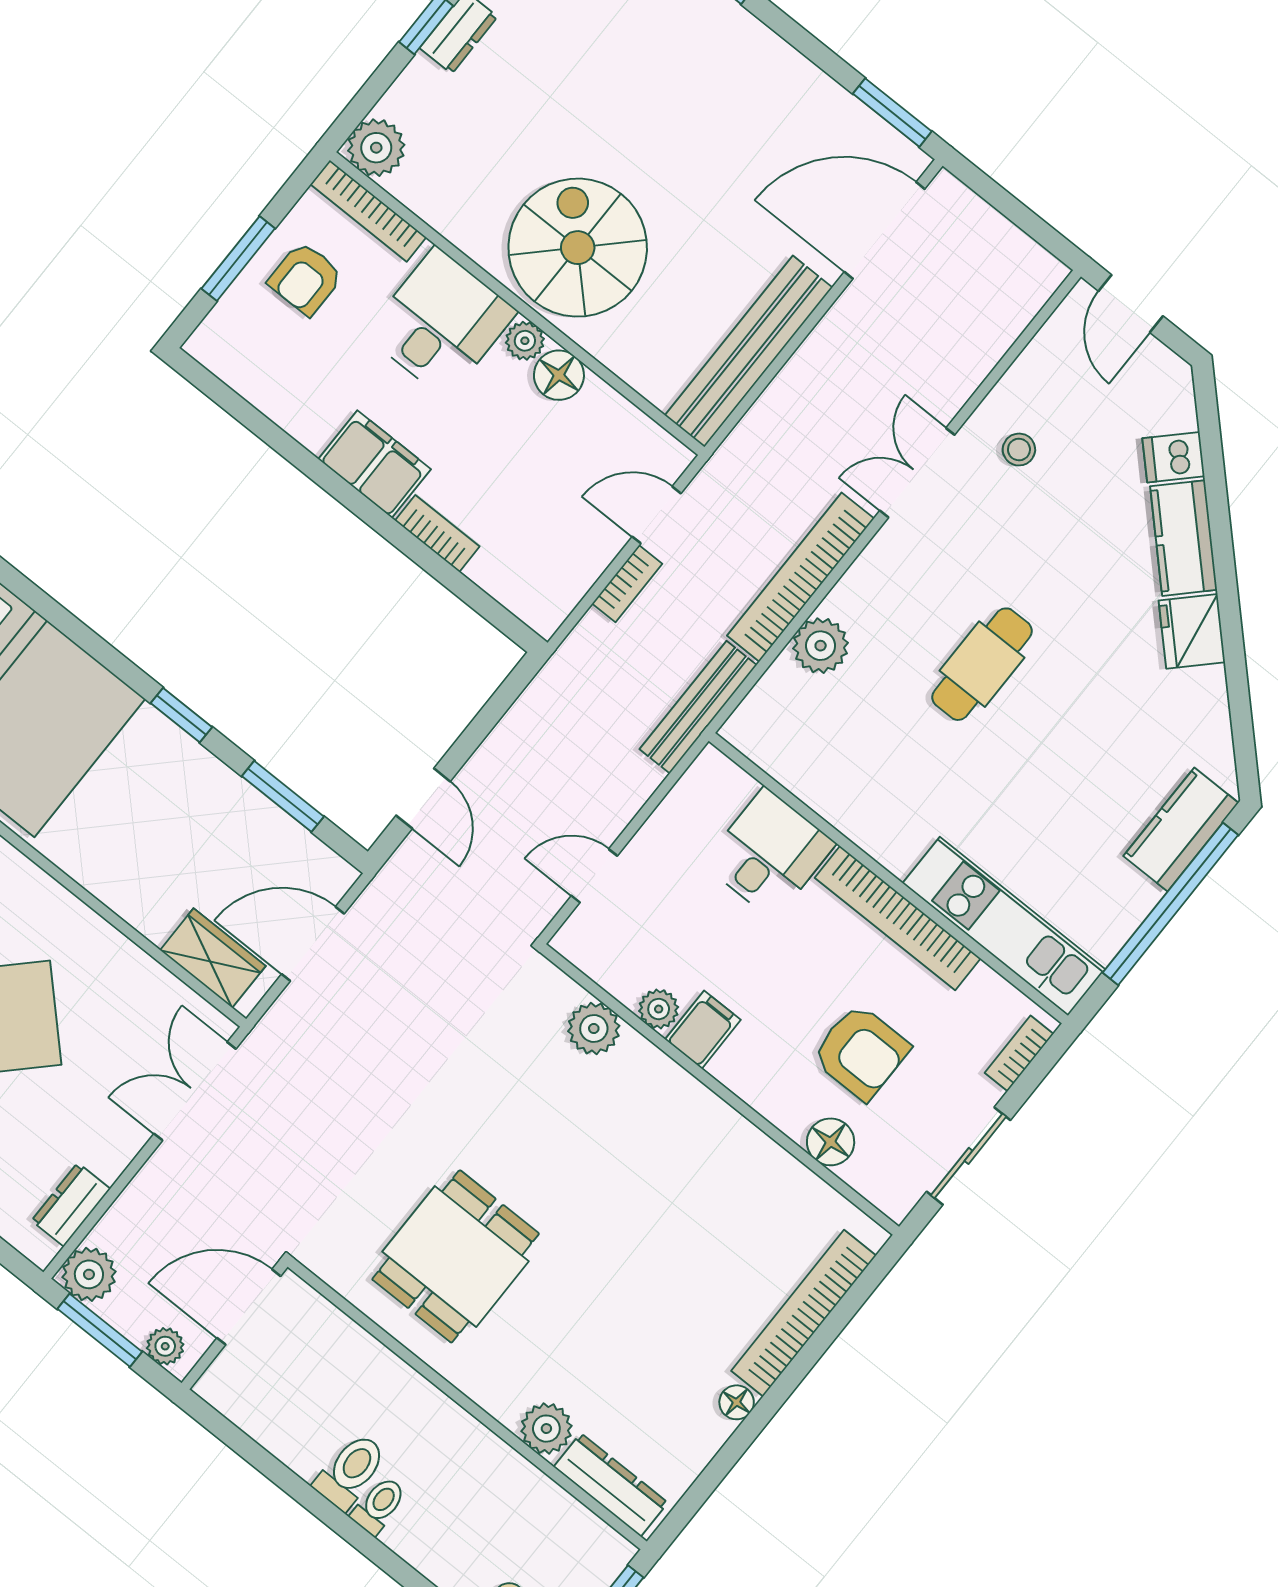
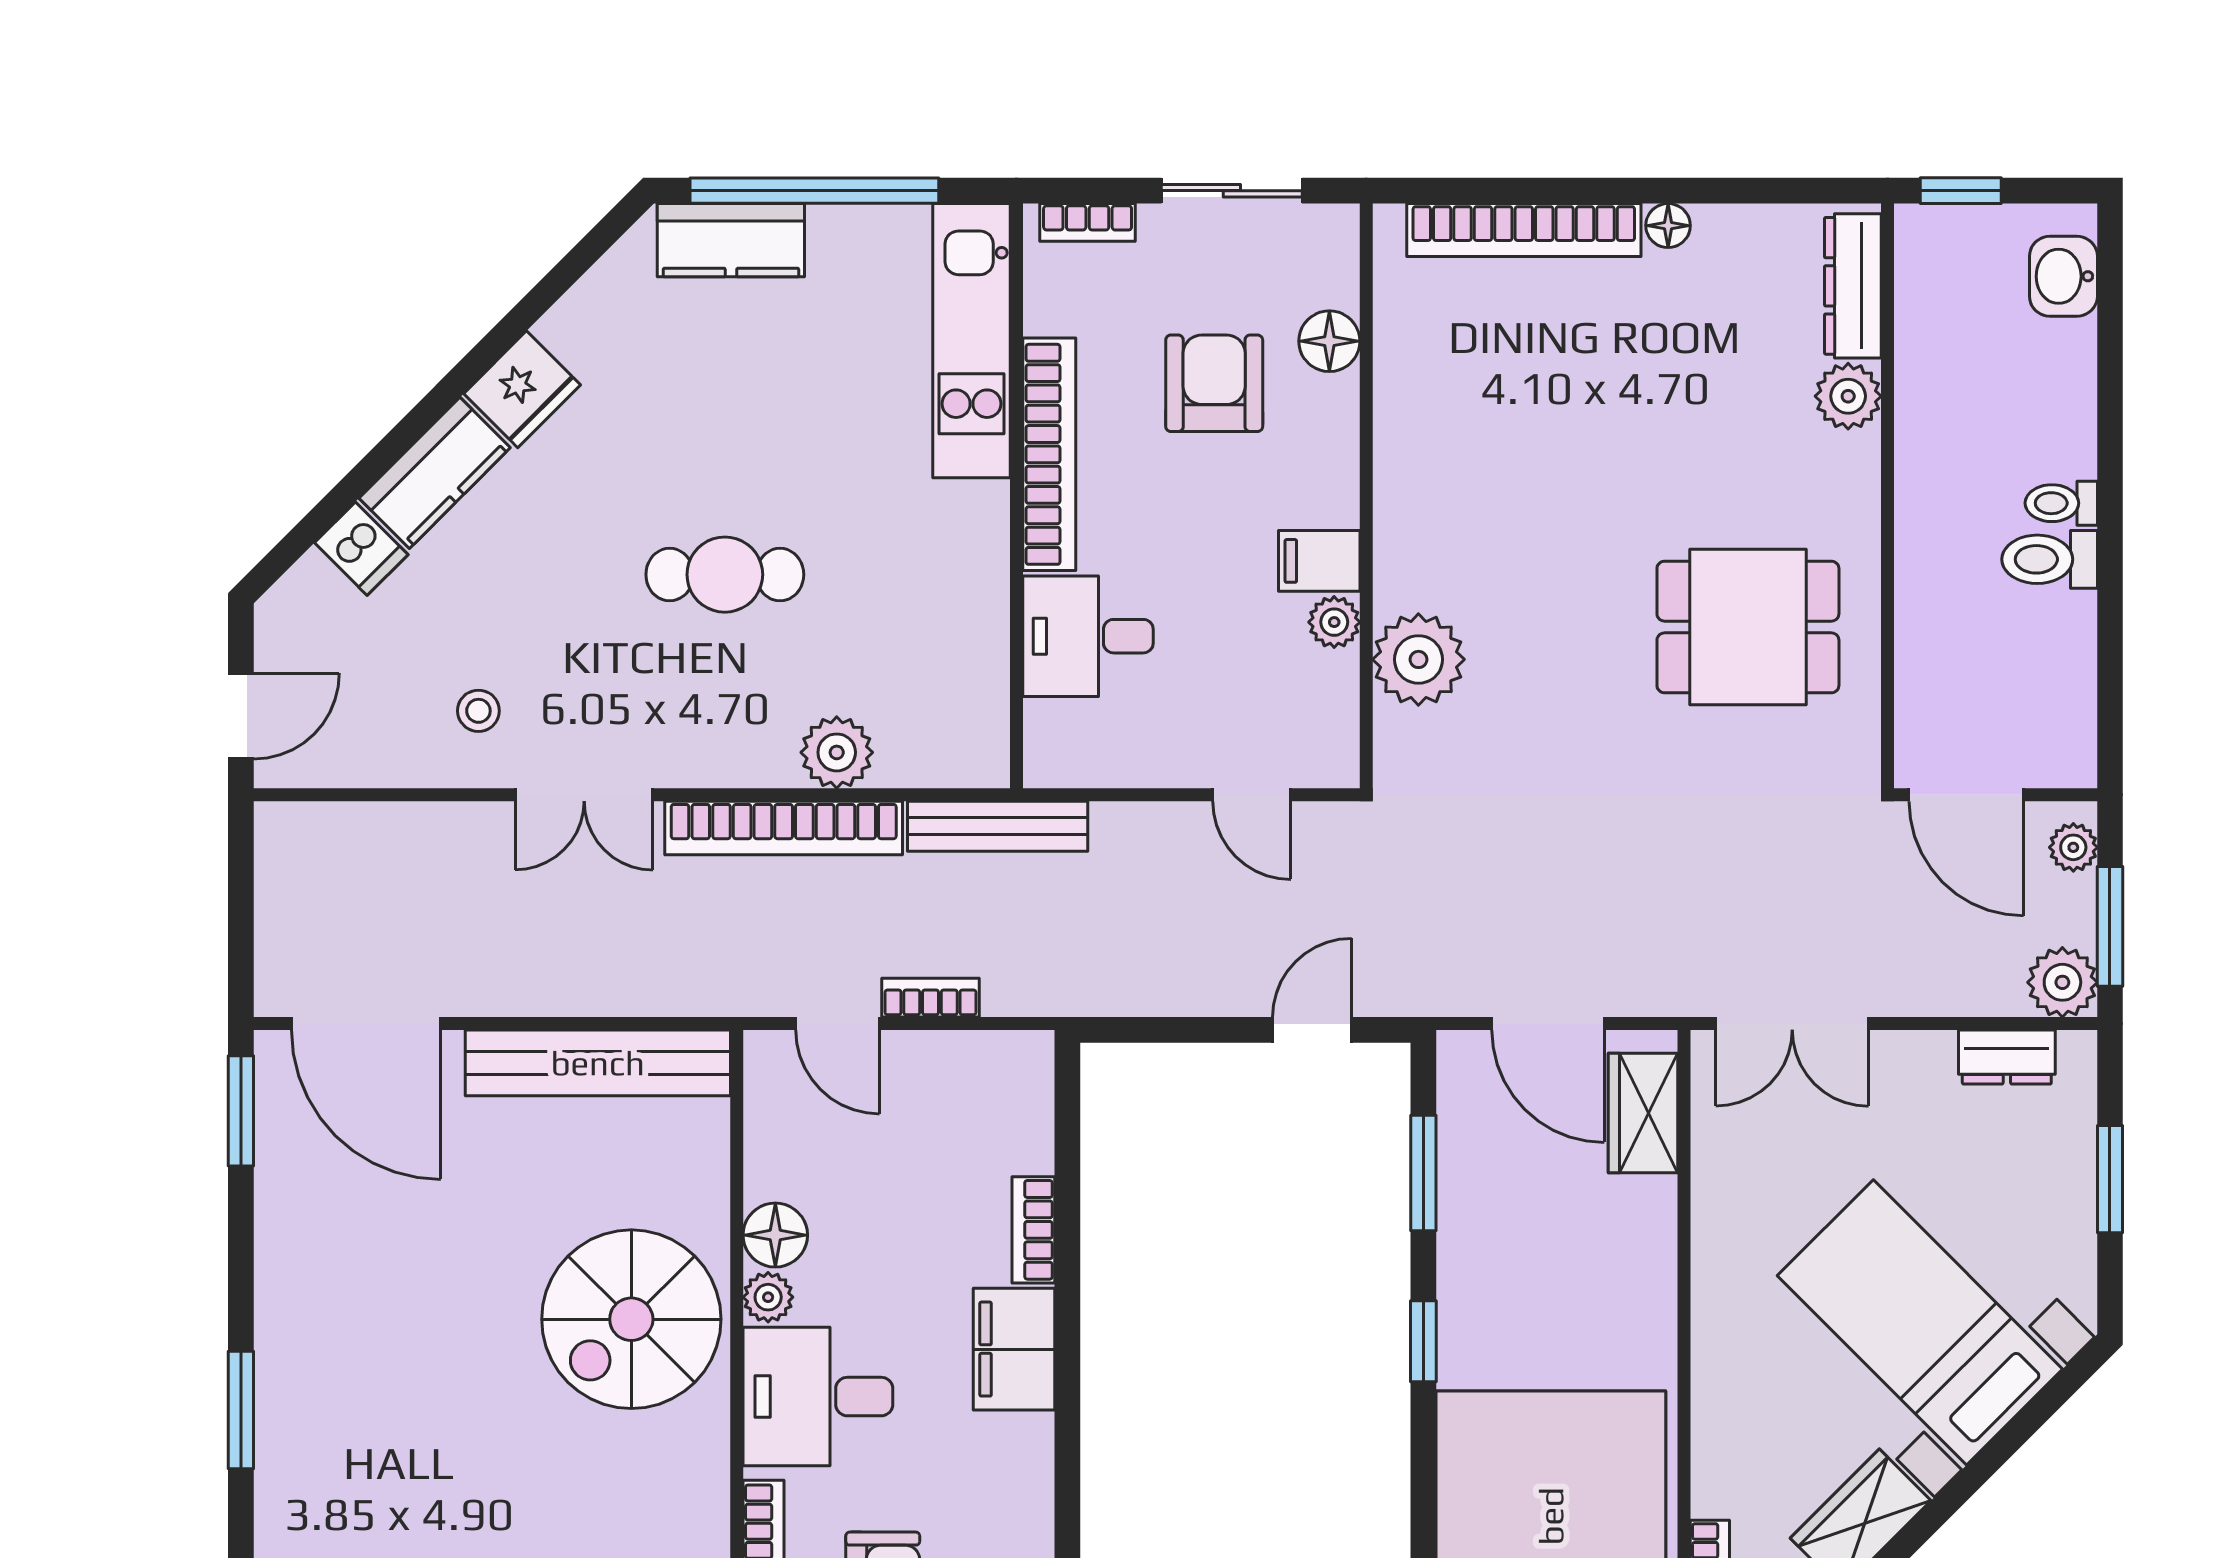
plant: (594, 1029) -> (1418, 659), width x1.36, depth x1.36

